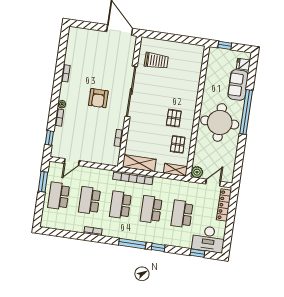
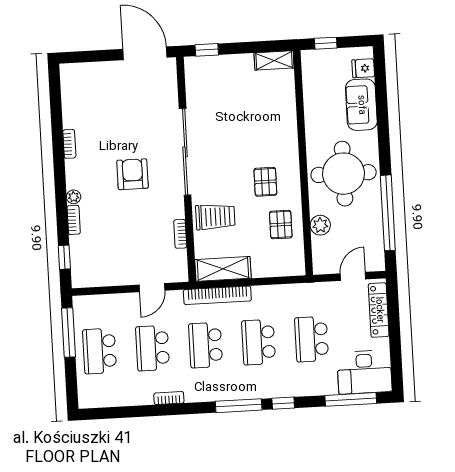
window: (156, 35) -> (207, 50), added
trolley: (156, 61) -> (215, 217), moved
armchair: (98, 98) -> (133, 174), turned 180
window: (246, 112) -> (388, 213), moved
door: (72, 162) -> (152, 288), moved
shelving: (175, 170) -> (274, 60), moved
plant: (197, 172) -> (320, 225), moved
window: (43, 182) -> (69, 332), width x1.44
window: (197, 253) -> (351, 399), width x2.17

